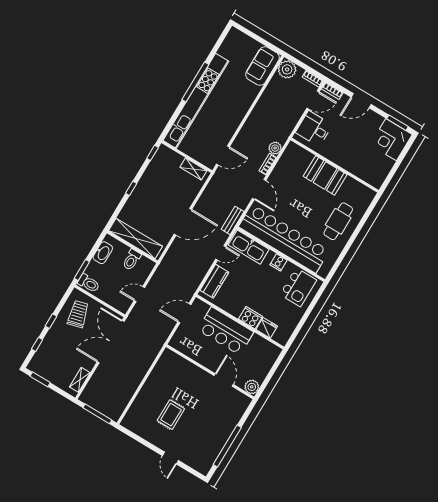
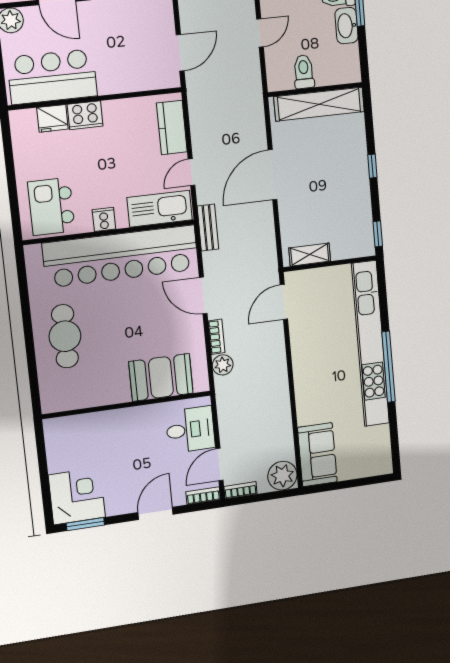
booth: (325, 175) -> (161, 377), moved
washbasin: (103, 253) -> (346, 26), moved
bar counter: (226, 331) -> (52, 77), moved

